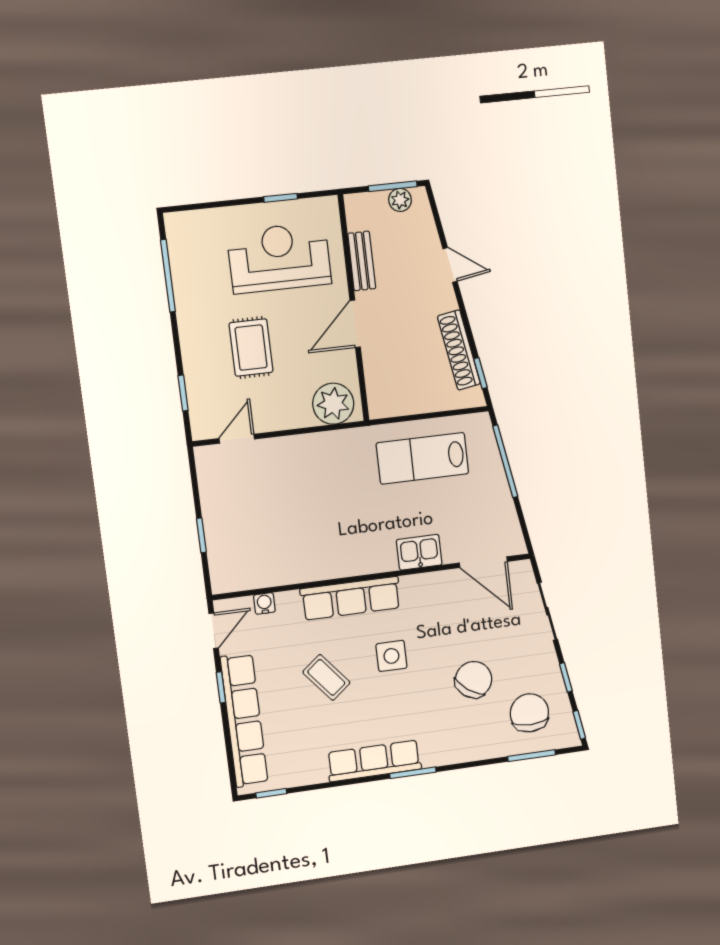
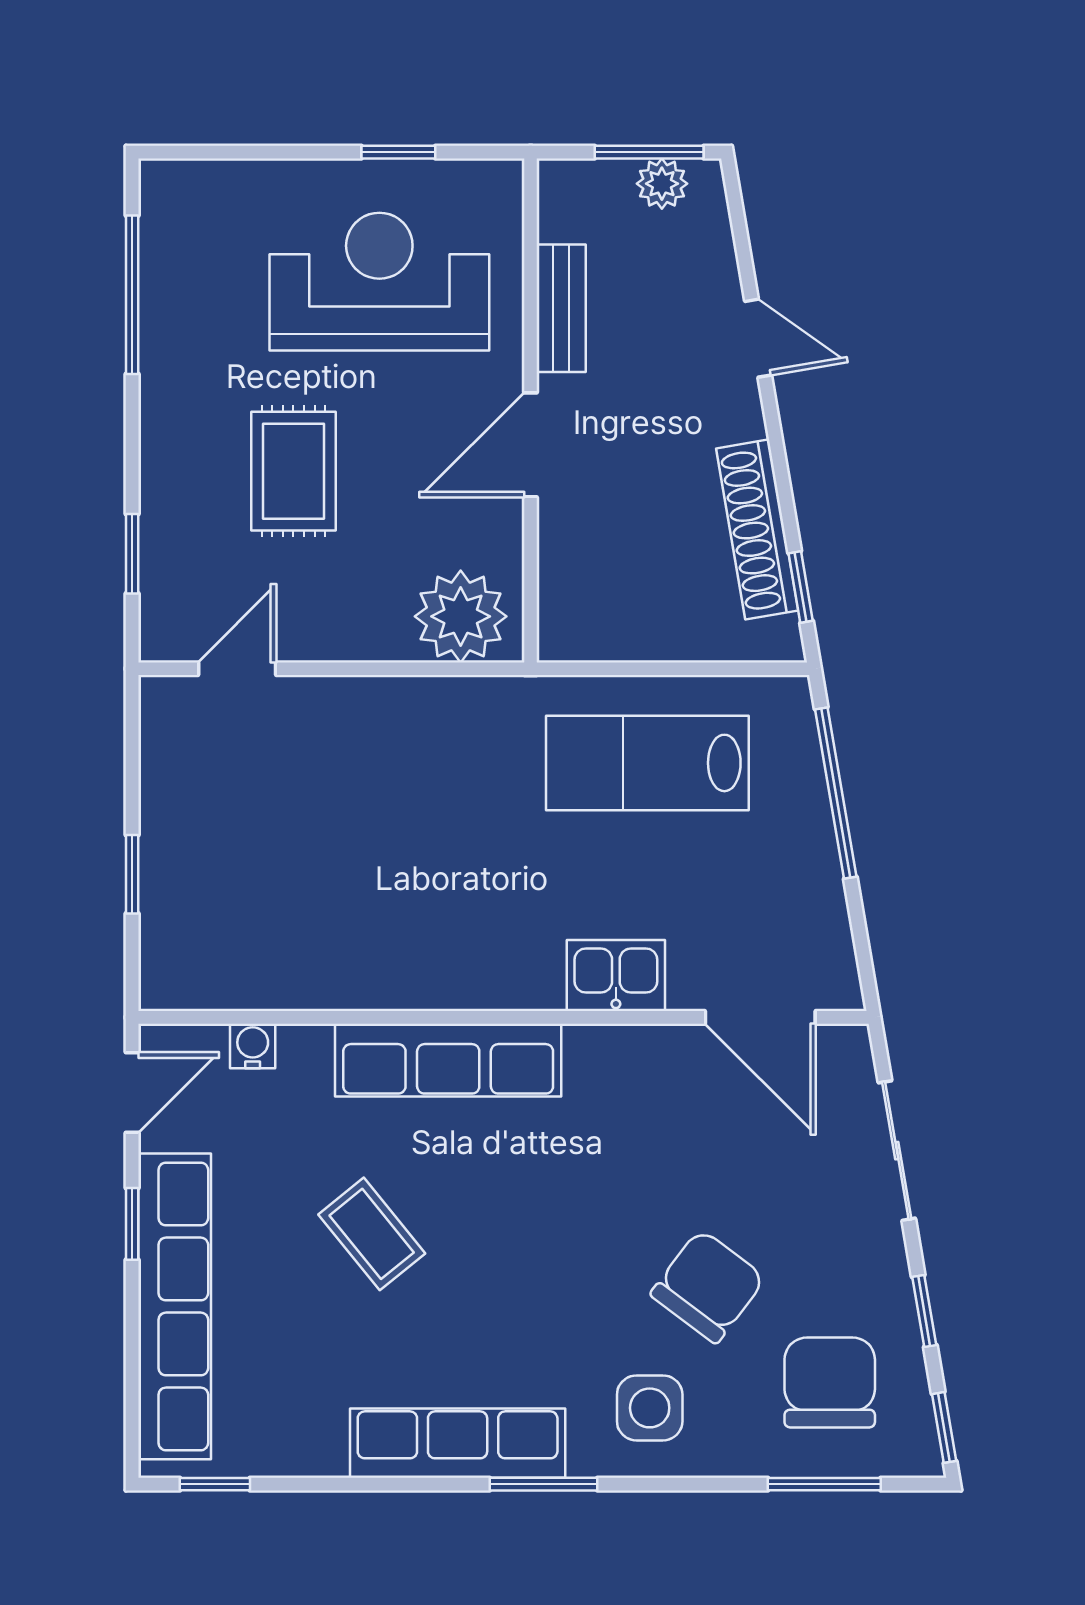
side table: (391, 656) -> (650, 1408), moved

